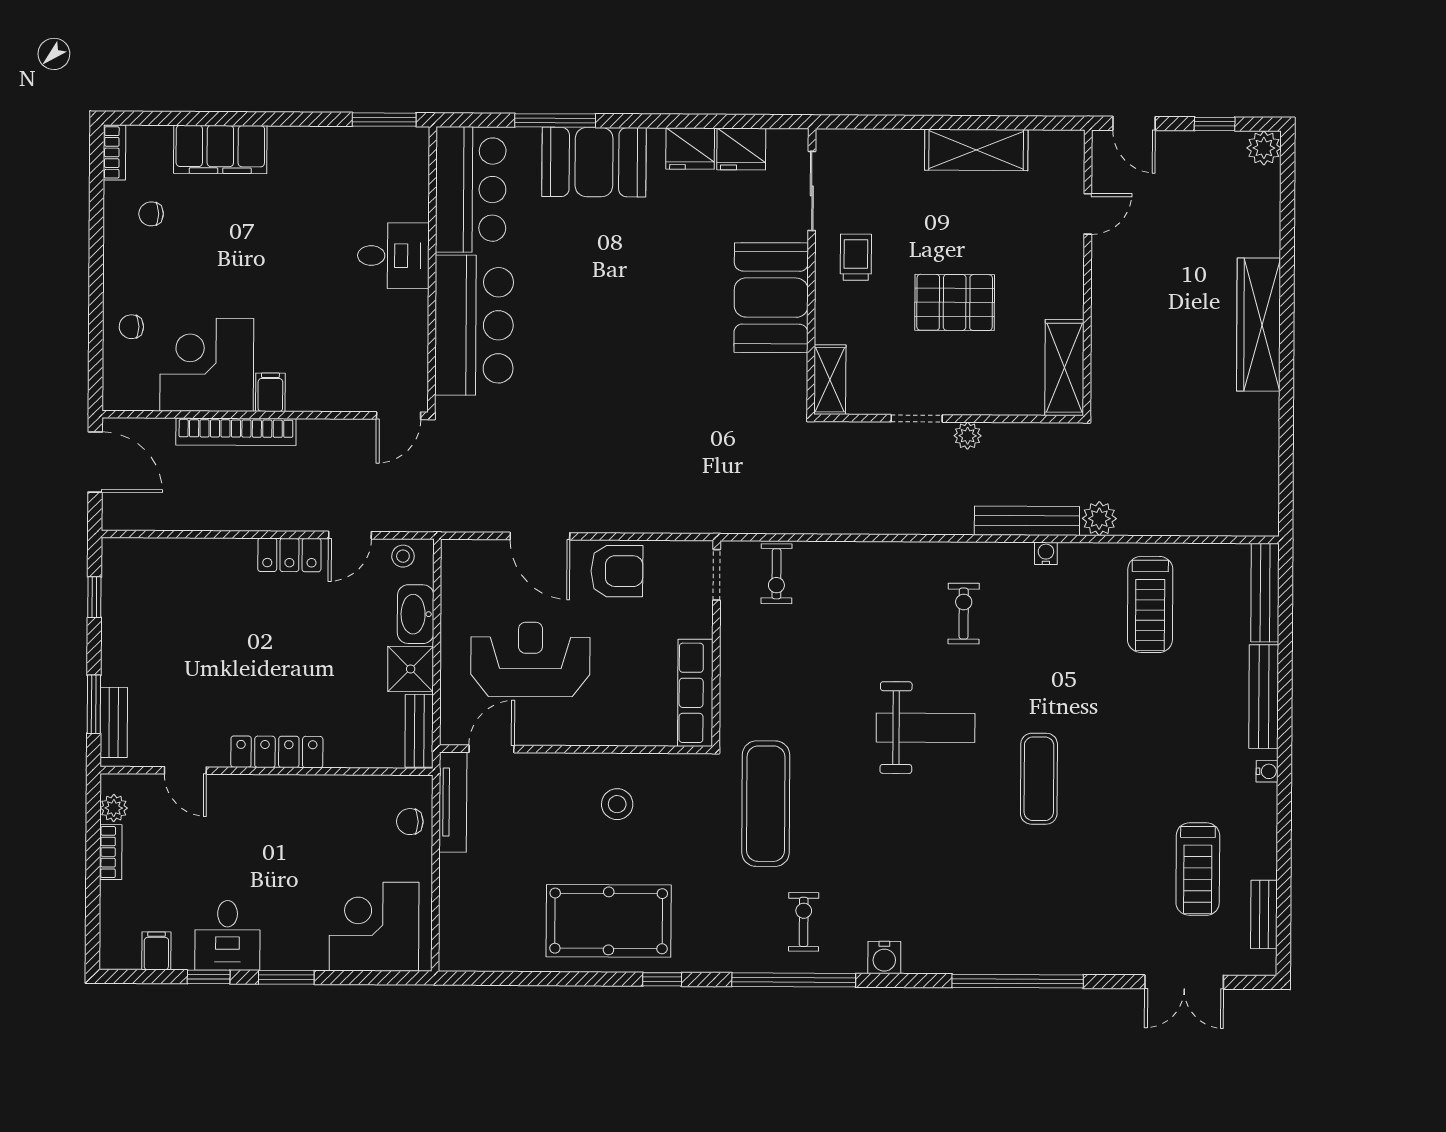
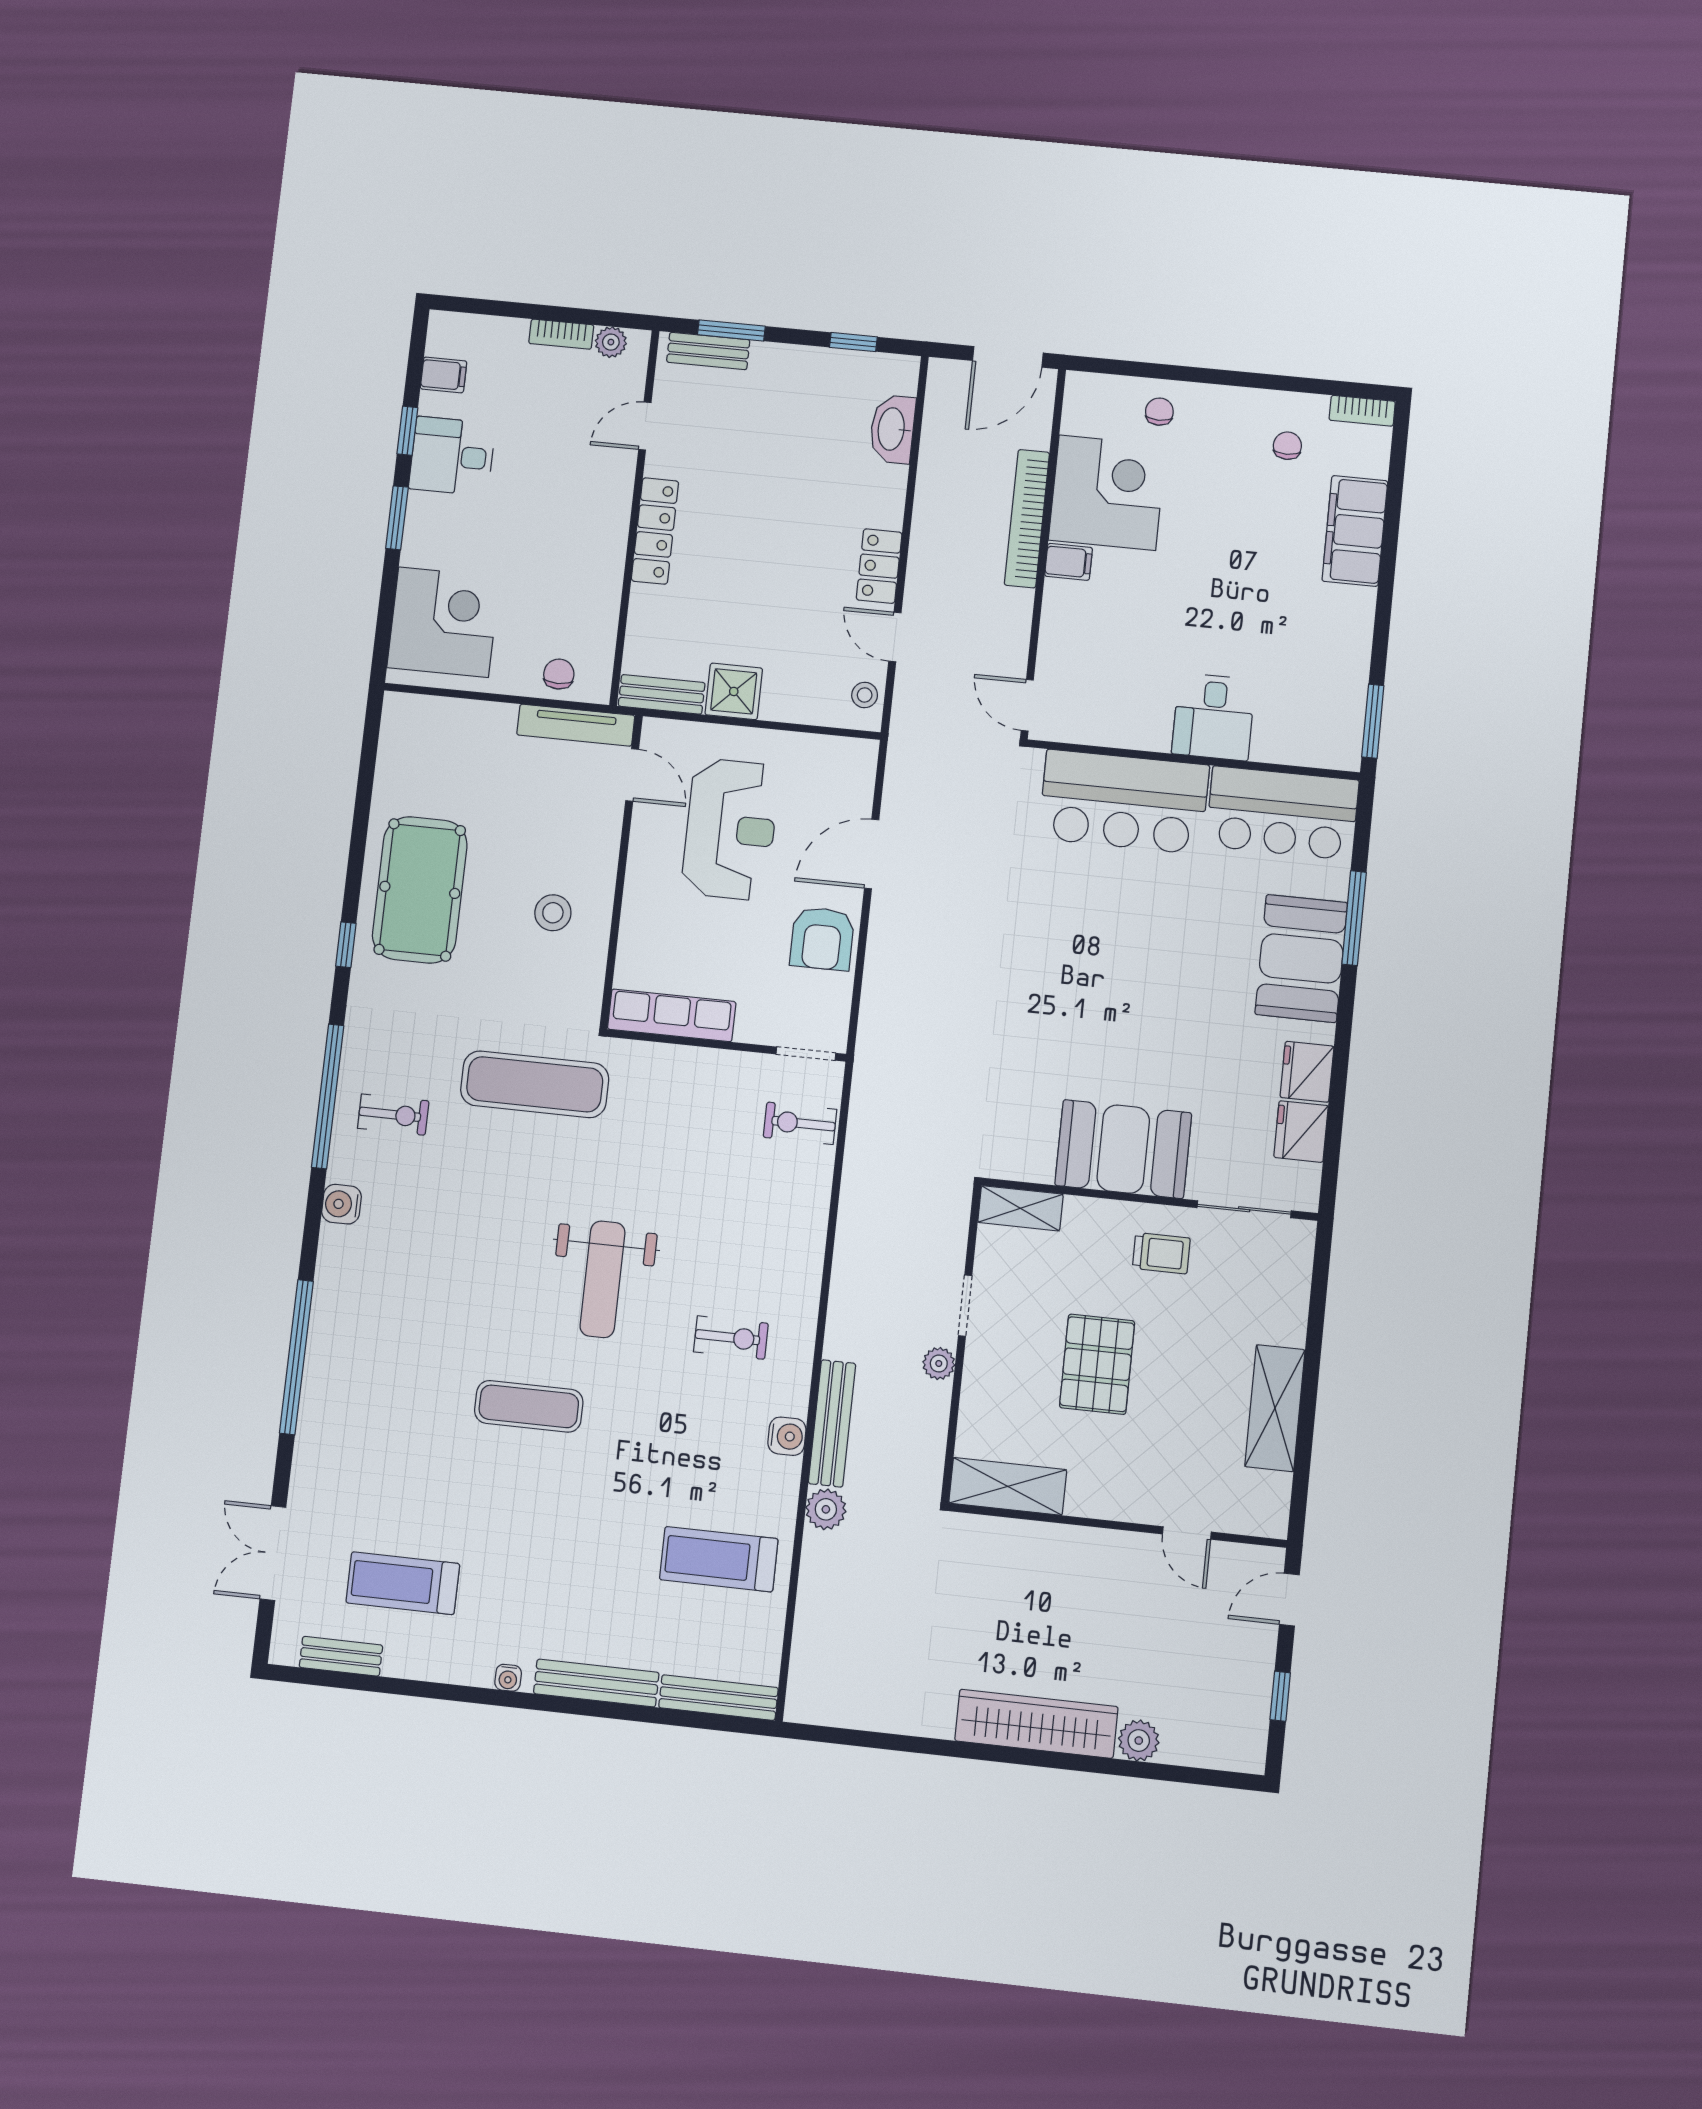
plant: (1264, 148) -> (1139, 1741), moved
water cooler: (1046, 553) -> (787, 1436), width x1.38, depth x1.38
washbasin: (416, 614) -> (892, 429), moved, turned -90

